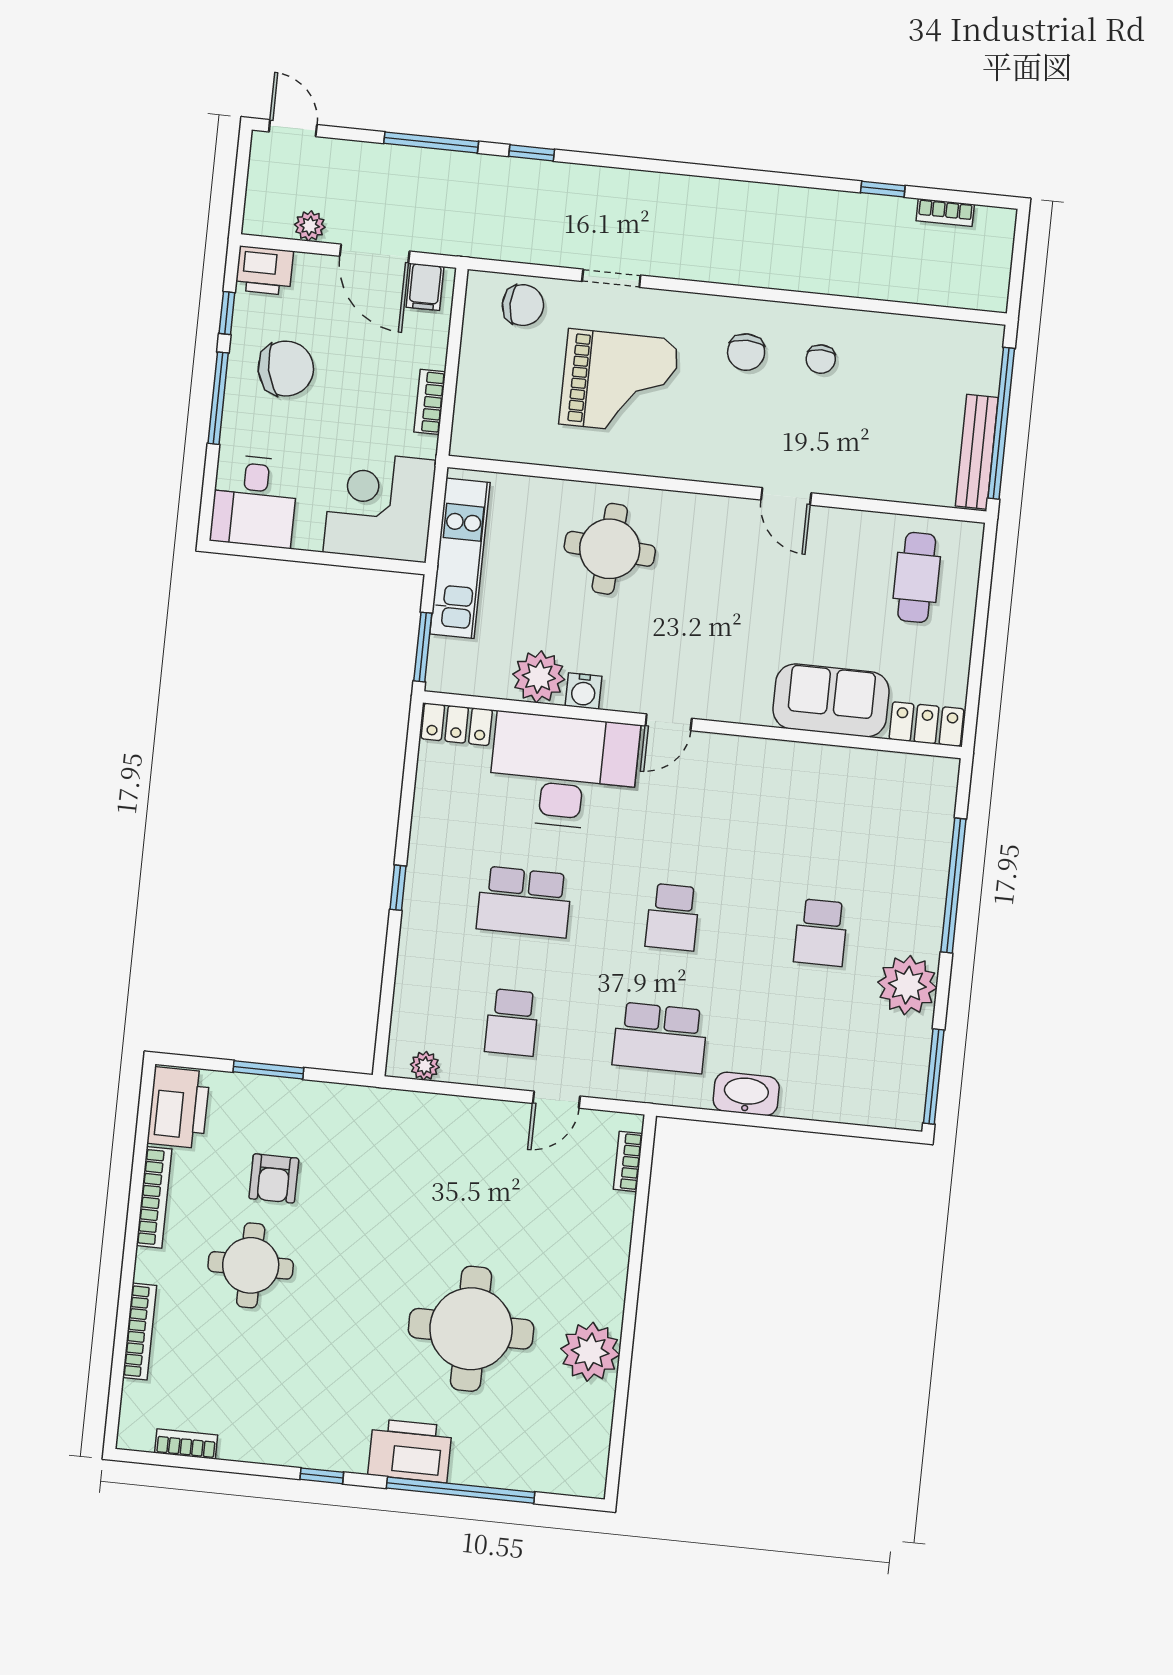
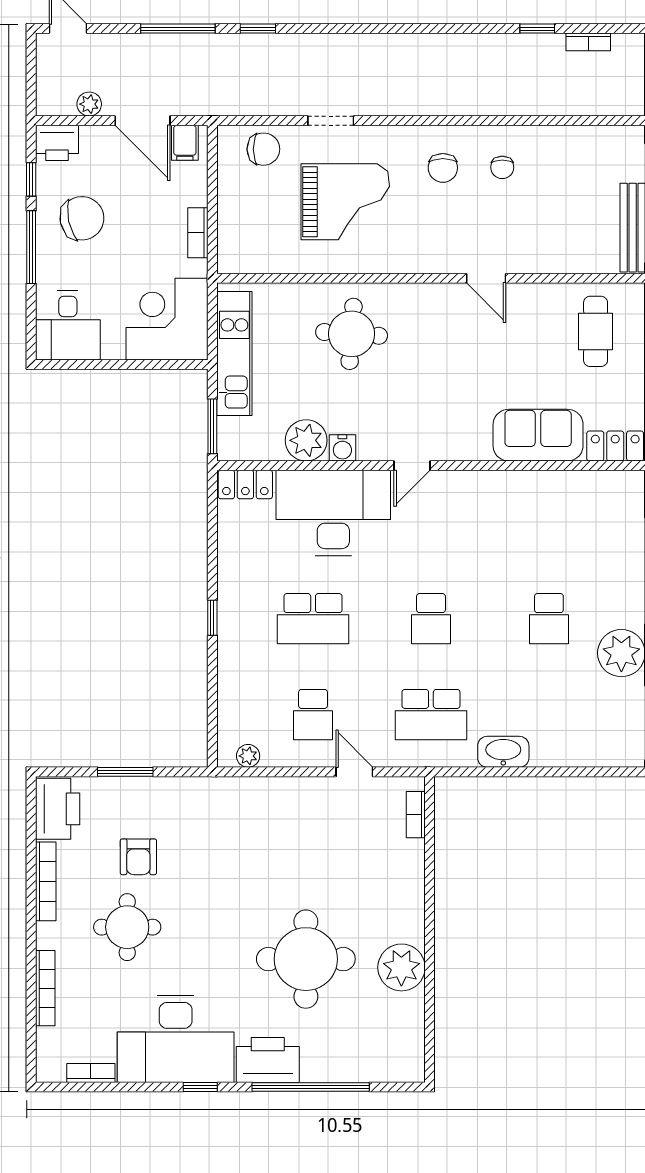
door: (556, 1100) -> (354, 772), swing flipped
desk: (297, 1412) -> (176, 1039), added

